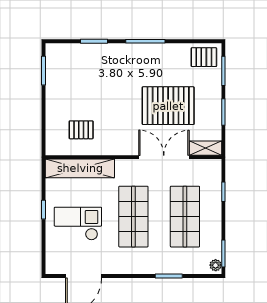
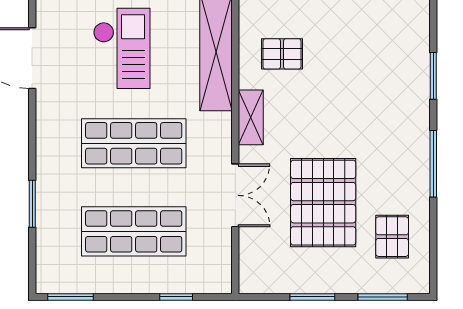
pallet: (204, 57) -> (392, 237), moved
pallet: (81, 130) -> (282, 54), turned 90
shelving: (205, 148) -> (251, 117), moved
double door: (164, 157) -> (235, 195), width x0.73
plant: (216, 265) -> (51, 284), removed

